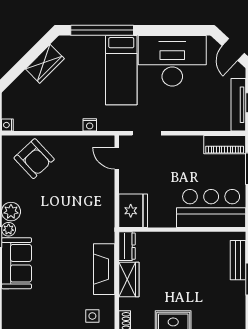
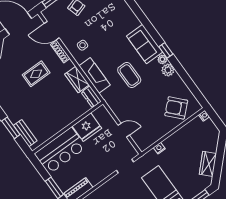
door: (117, 158) -> (124, 130), moved
fridge: (133, 211) -> (87, 127), moved, turned -90
coffee table: (62, 239) -> (129, 75), added

